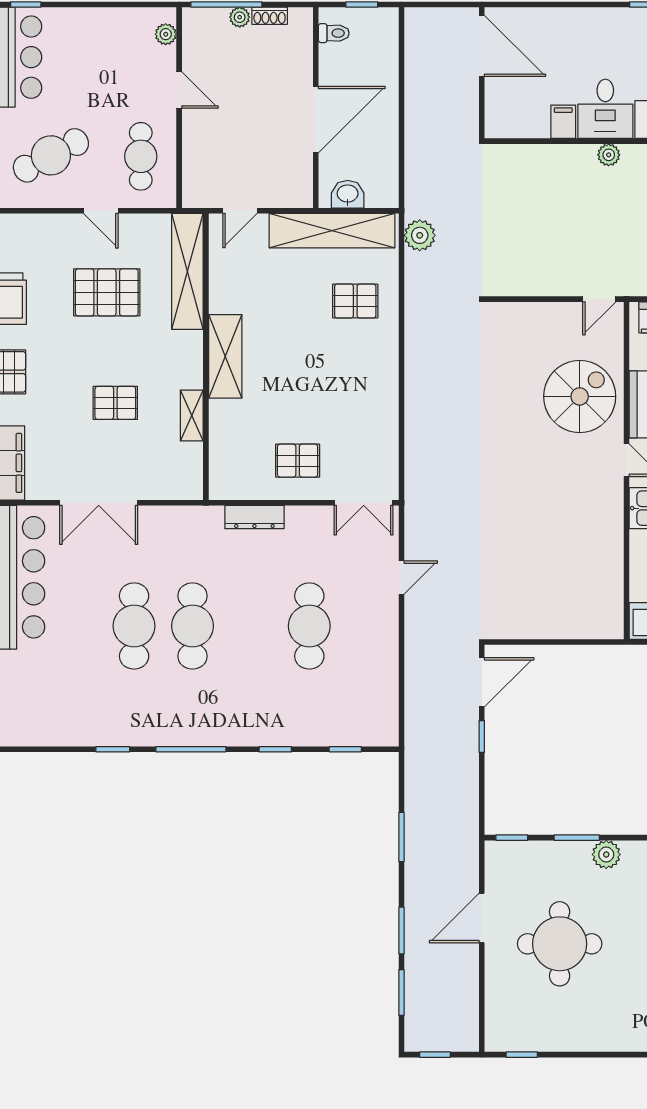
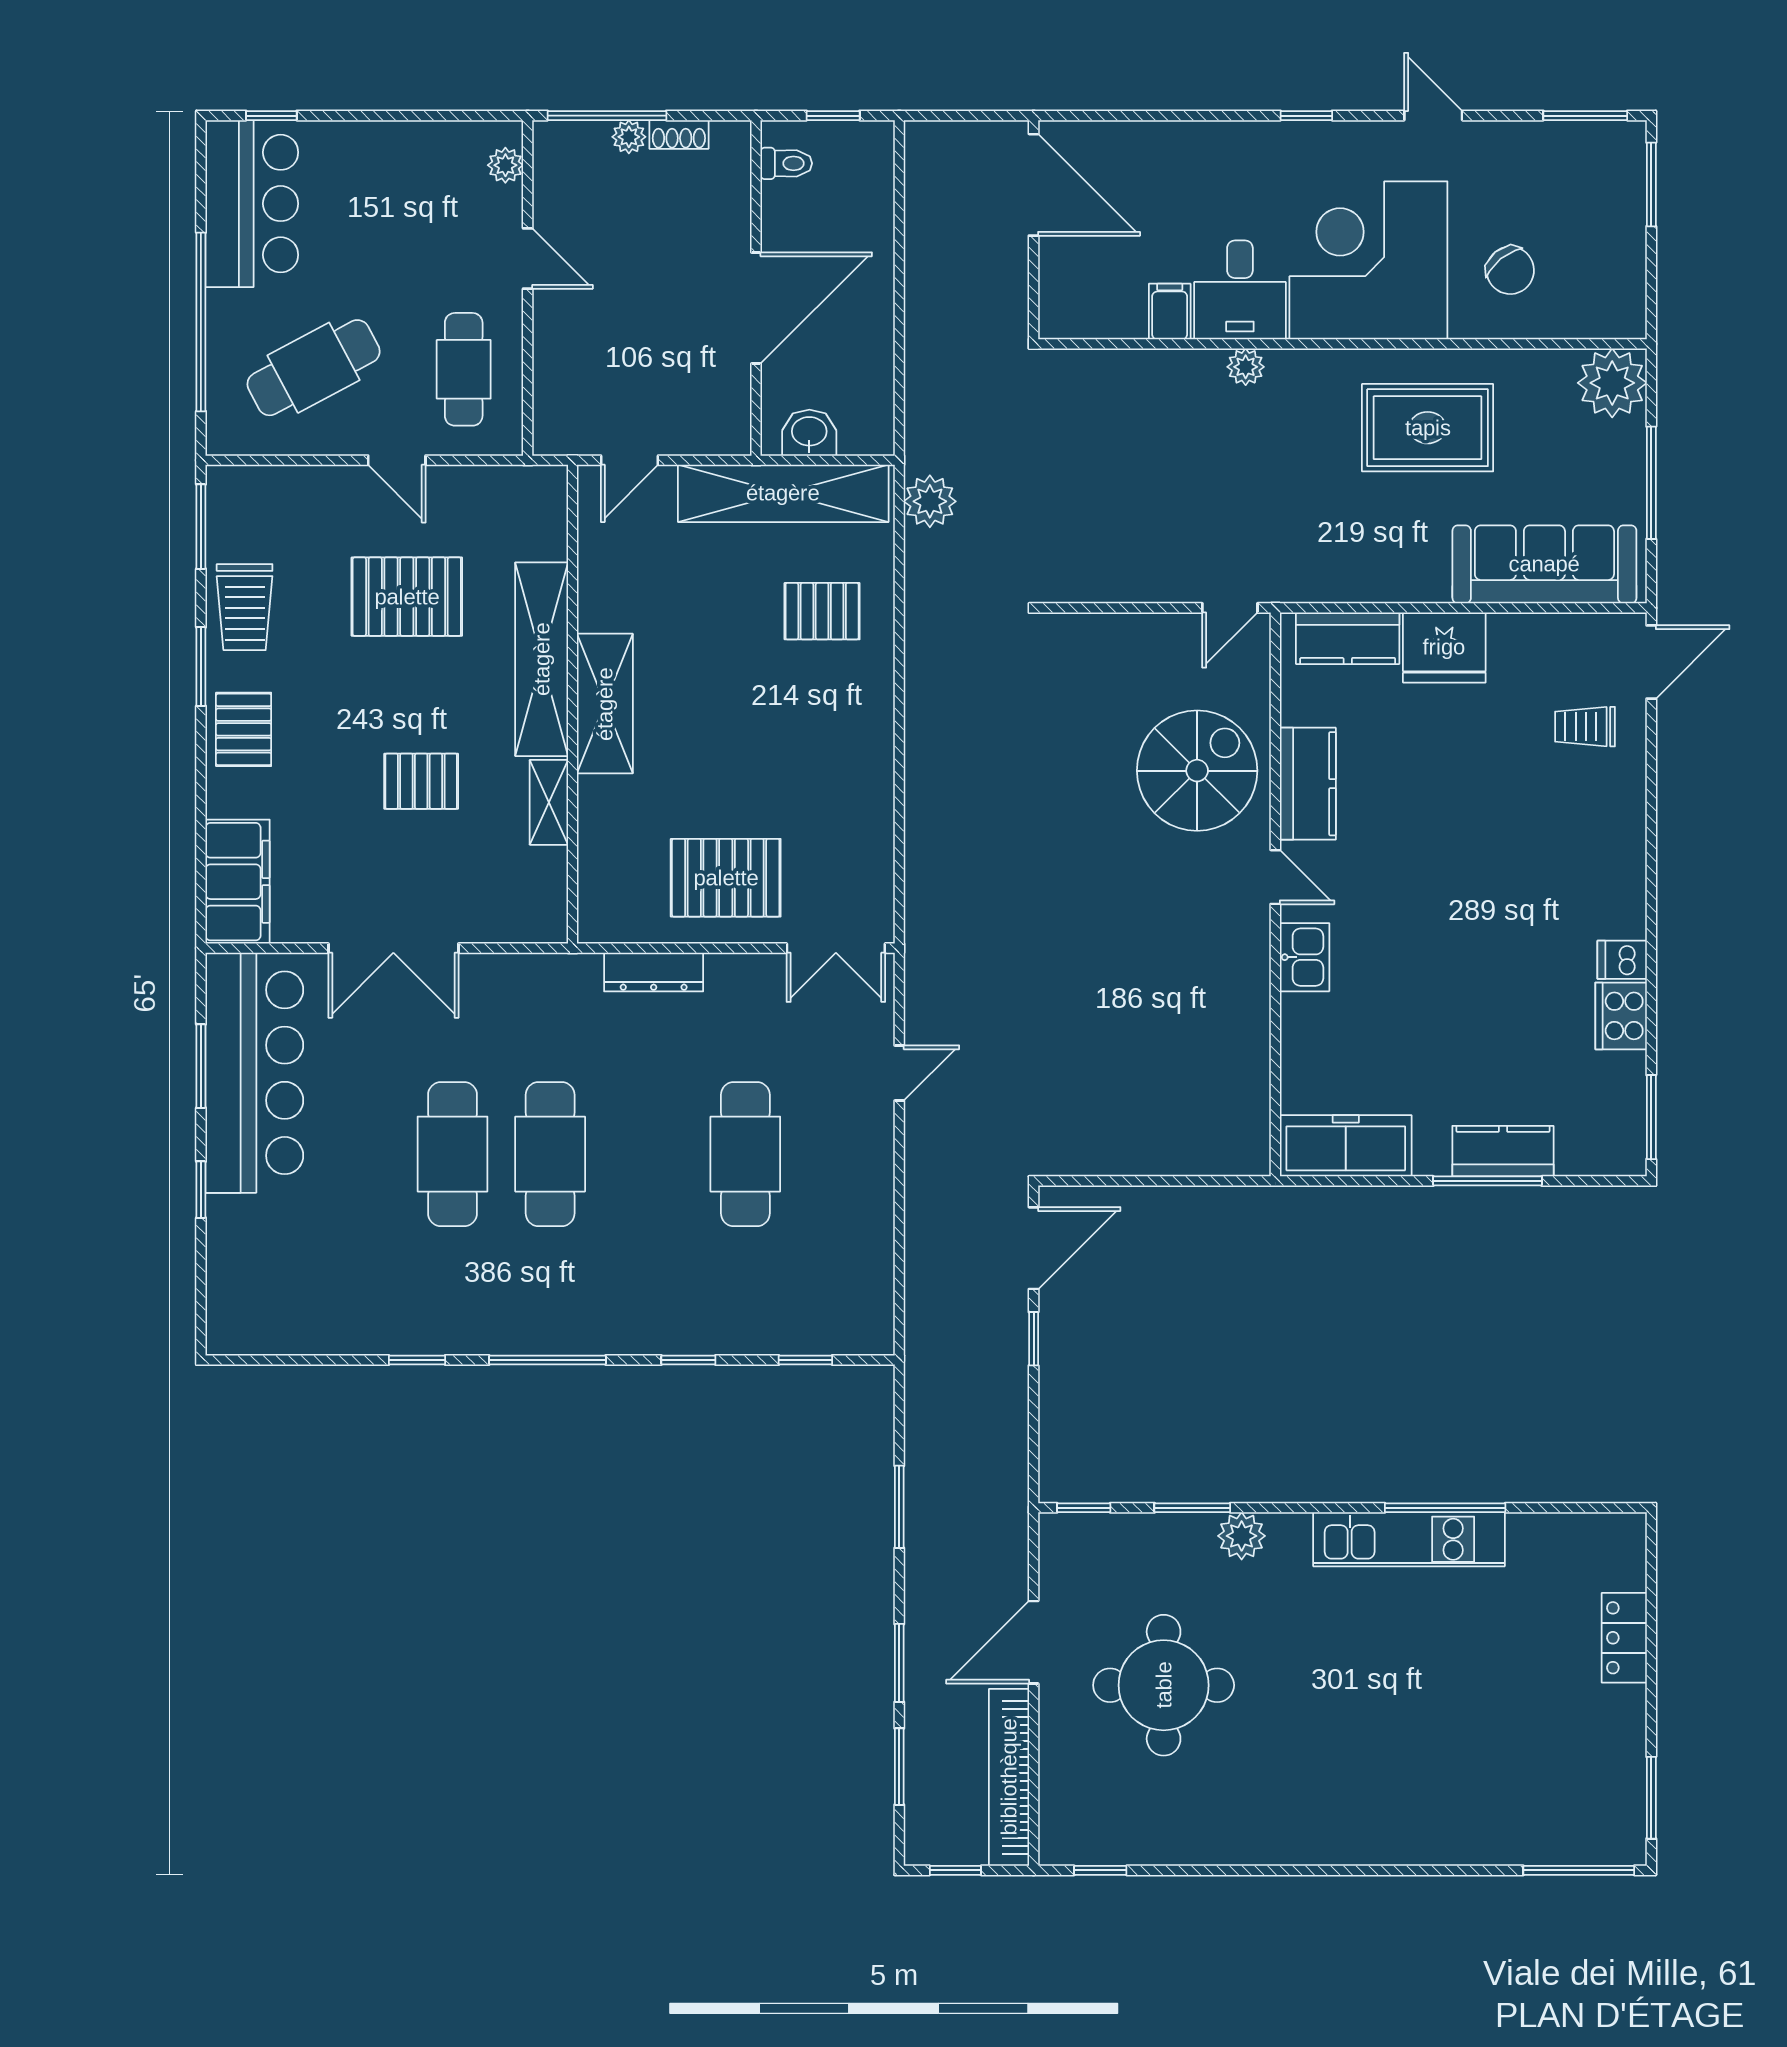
shelving: (187, 271) -> (542, 659), moved
pallet: (298, 461) -> (726, 878), width x1.50, depth x1.42
bookcase: (467, 999) -> (1009, 1777), added

